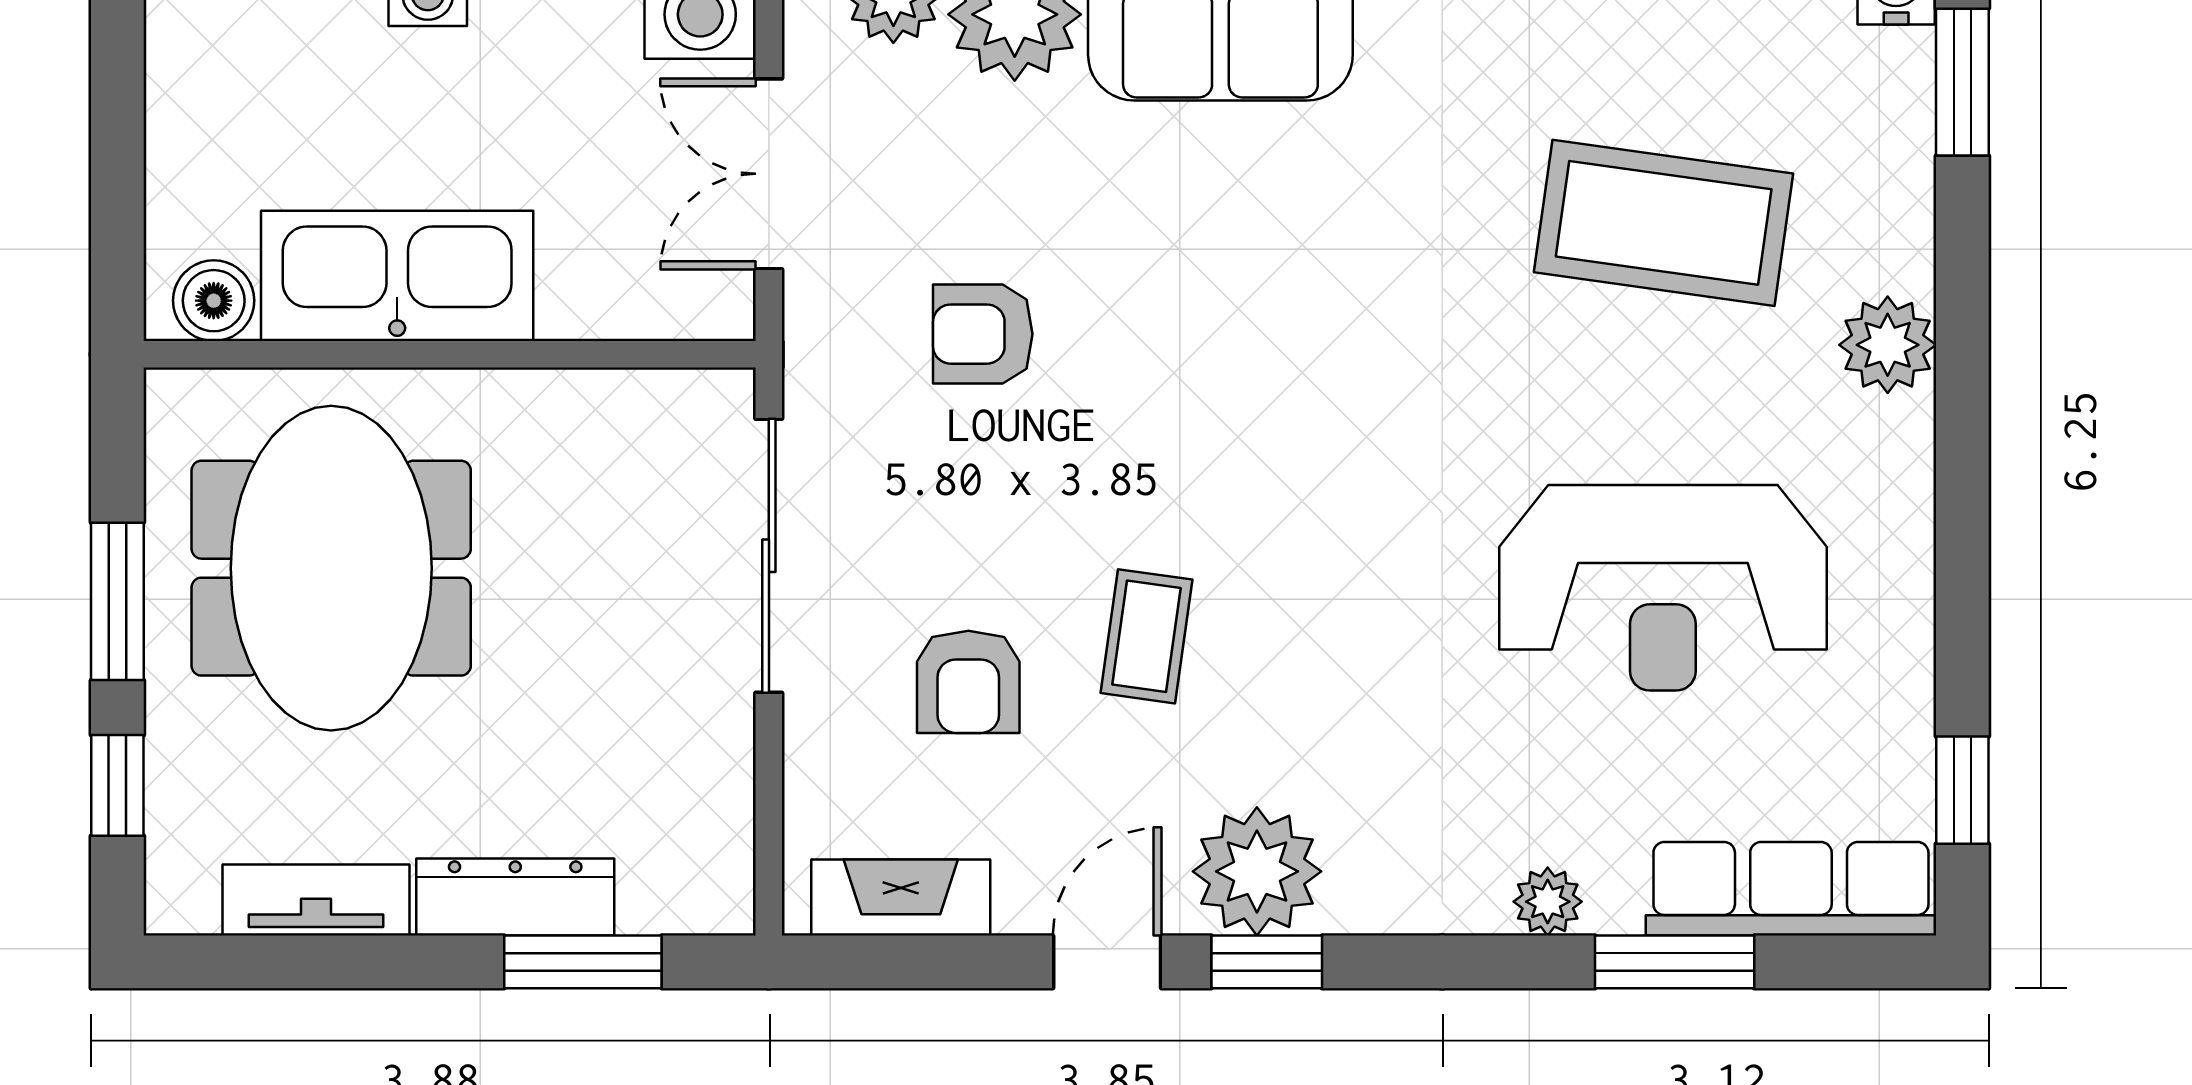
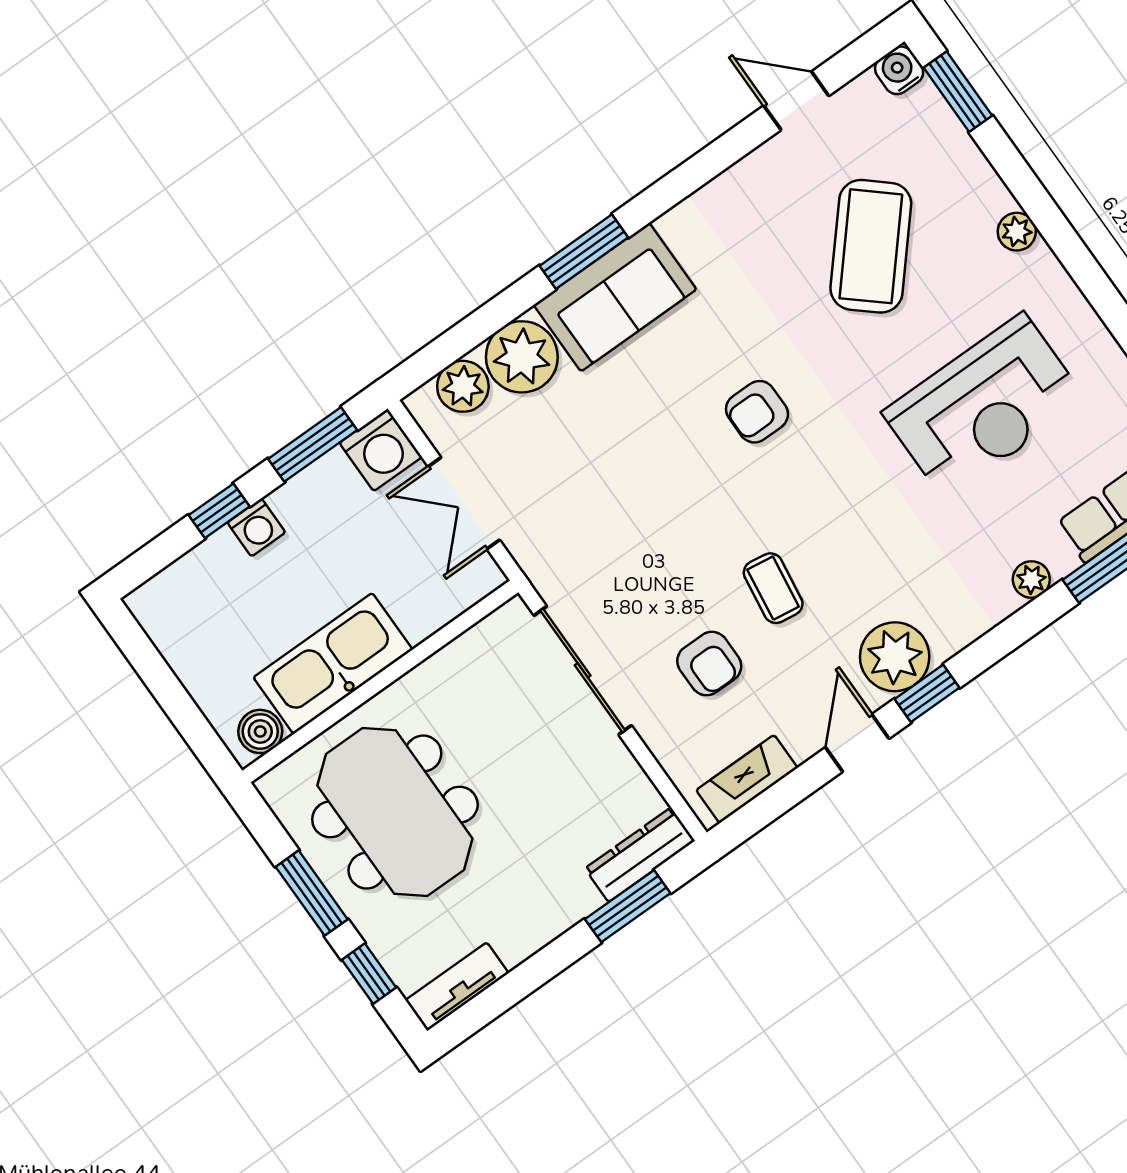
coffee table: (1664, 223) -> (871, 246), turned -57
armchair: (983, 334) -> (757, 412), moved
plant: (1888, 345) -> (1017, 232), width x0.73, depth x0.73
dresser: (515, 897) -> (640, 855), moved
tv unit: (316, 900) -> (457, 987), moved

